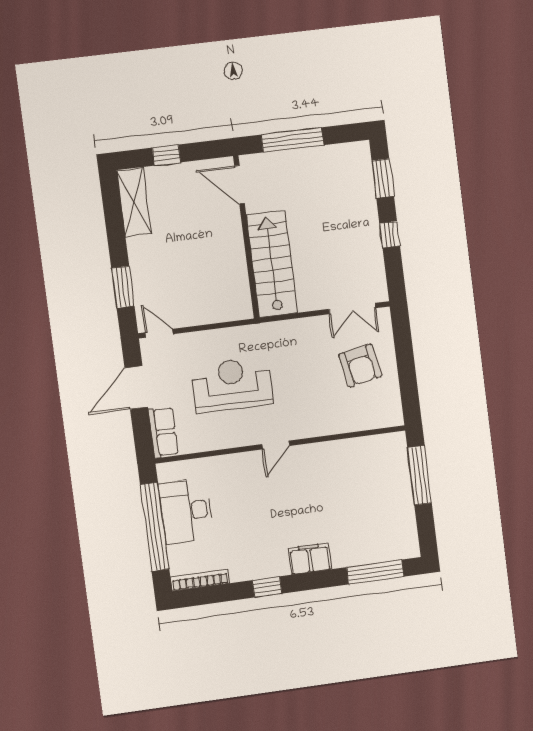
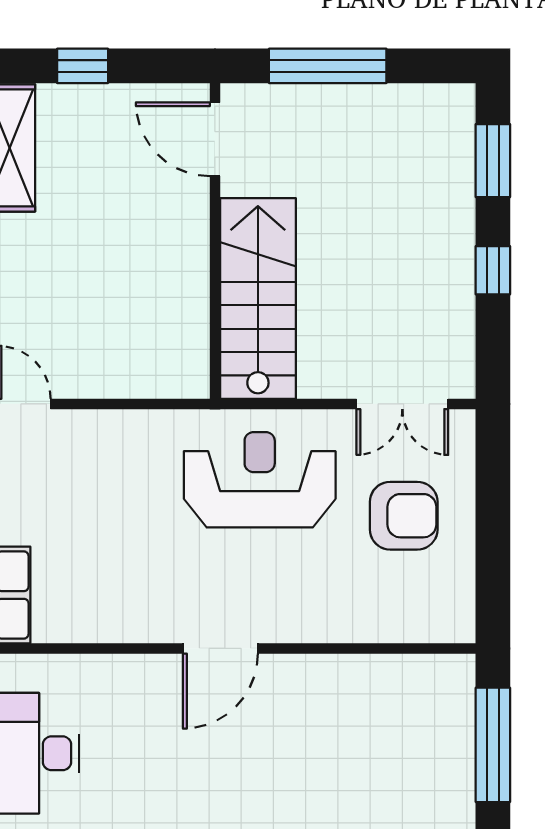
armchair: (360, 365) -> (404, 516), turned -79
reception desk: (232, 385) -> (260, 480), moved
door: (276, 445) -> (220, 648), width x1.38

